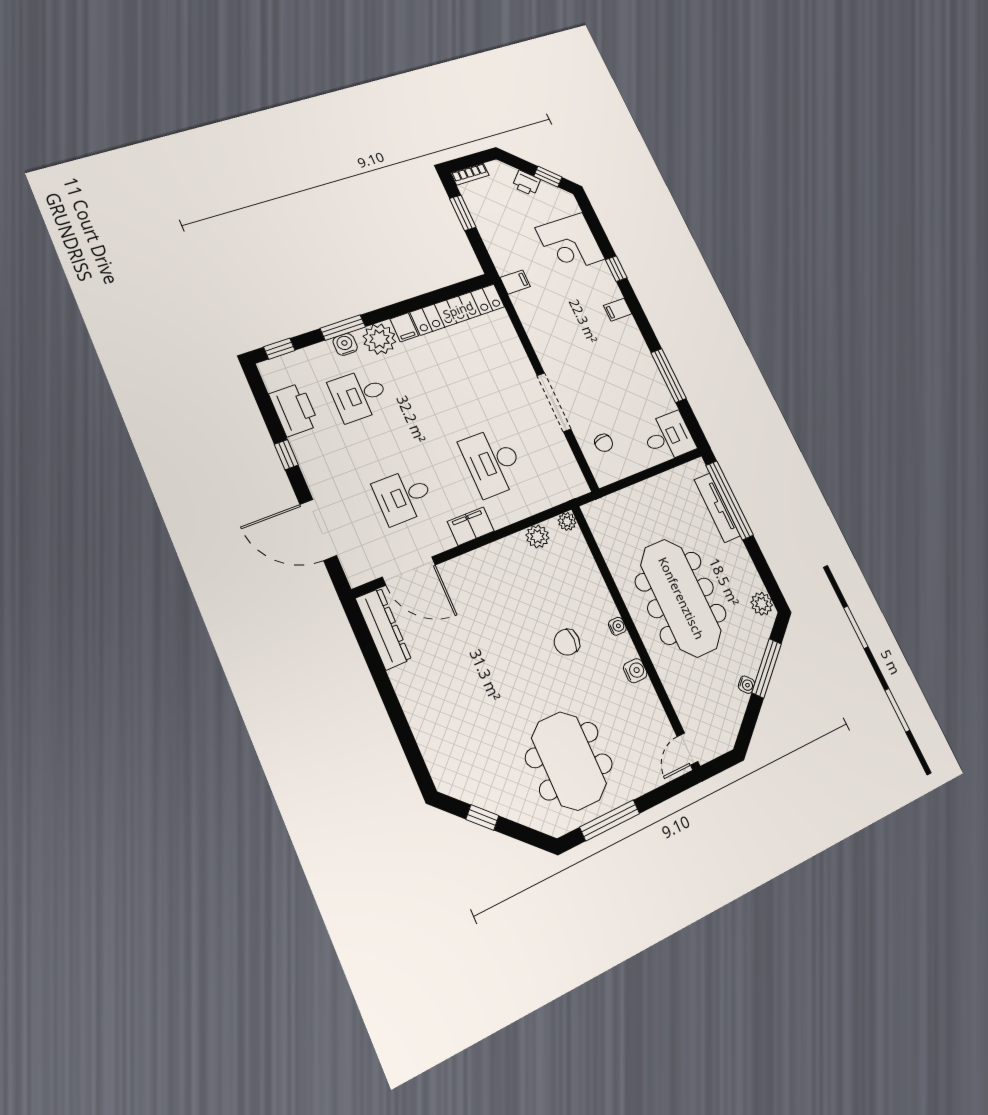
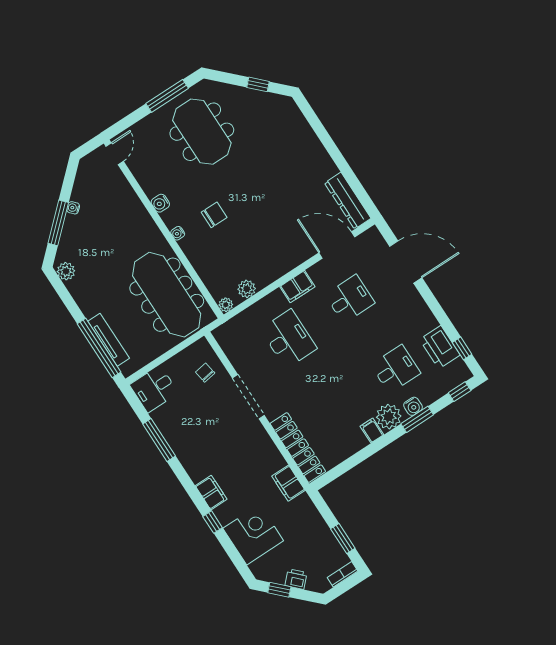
filing cabinet: (515, 282) -> (288, 483), width x2.00
locker: (458, 310) -> (298, 448), moved, turned 90
filing cabinet: (618, 310) -> (211, 493), width x2.00
window: (286, 455) -> (462, 348), moved
meeting table: (681, 598) -> (167, 295), moved

